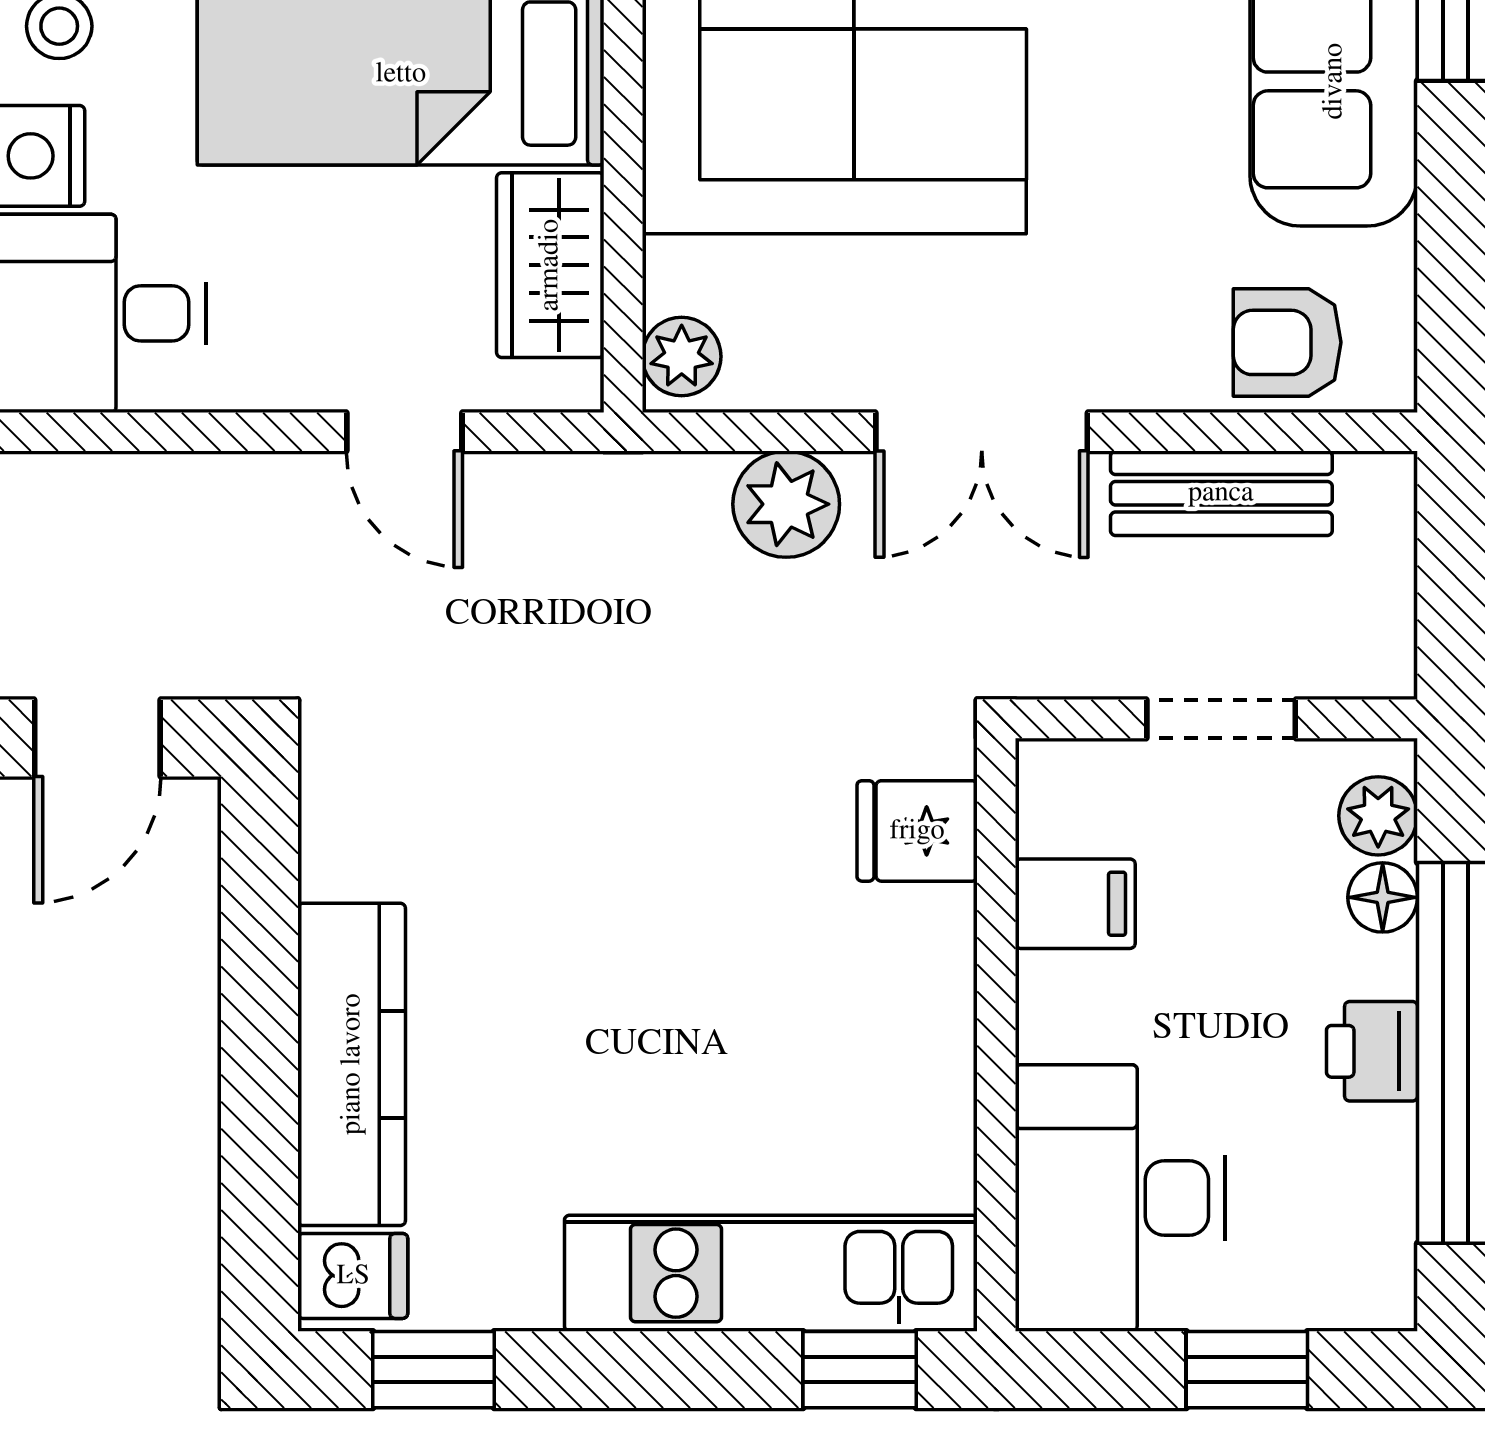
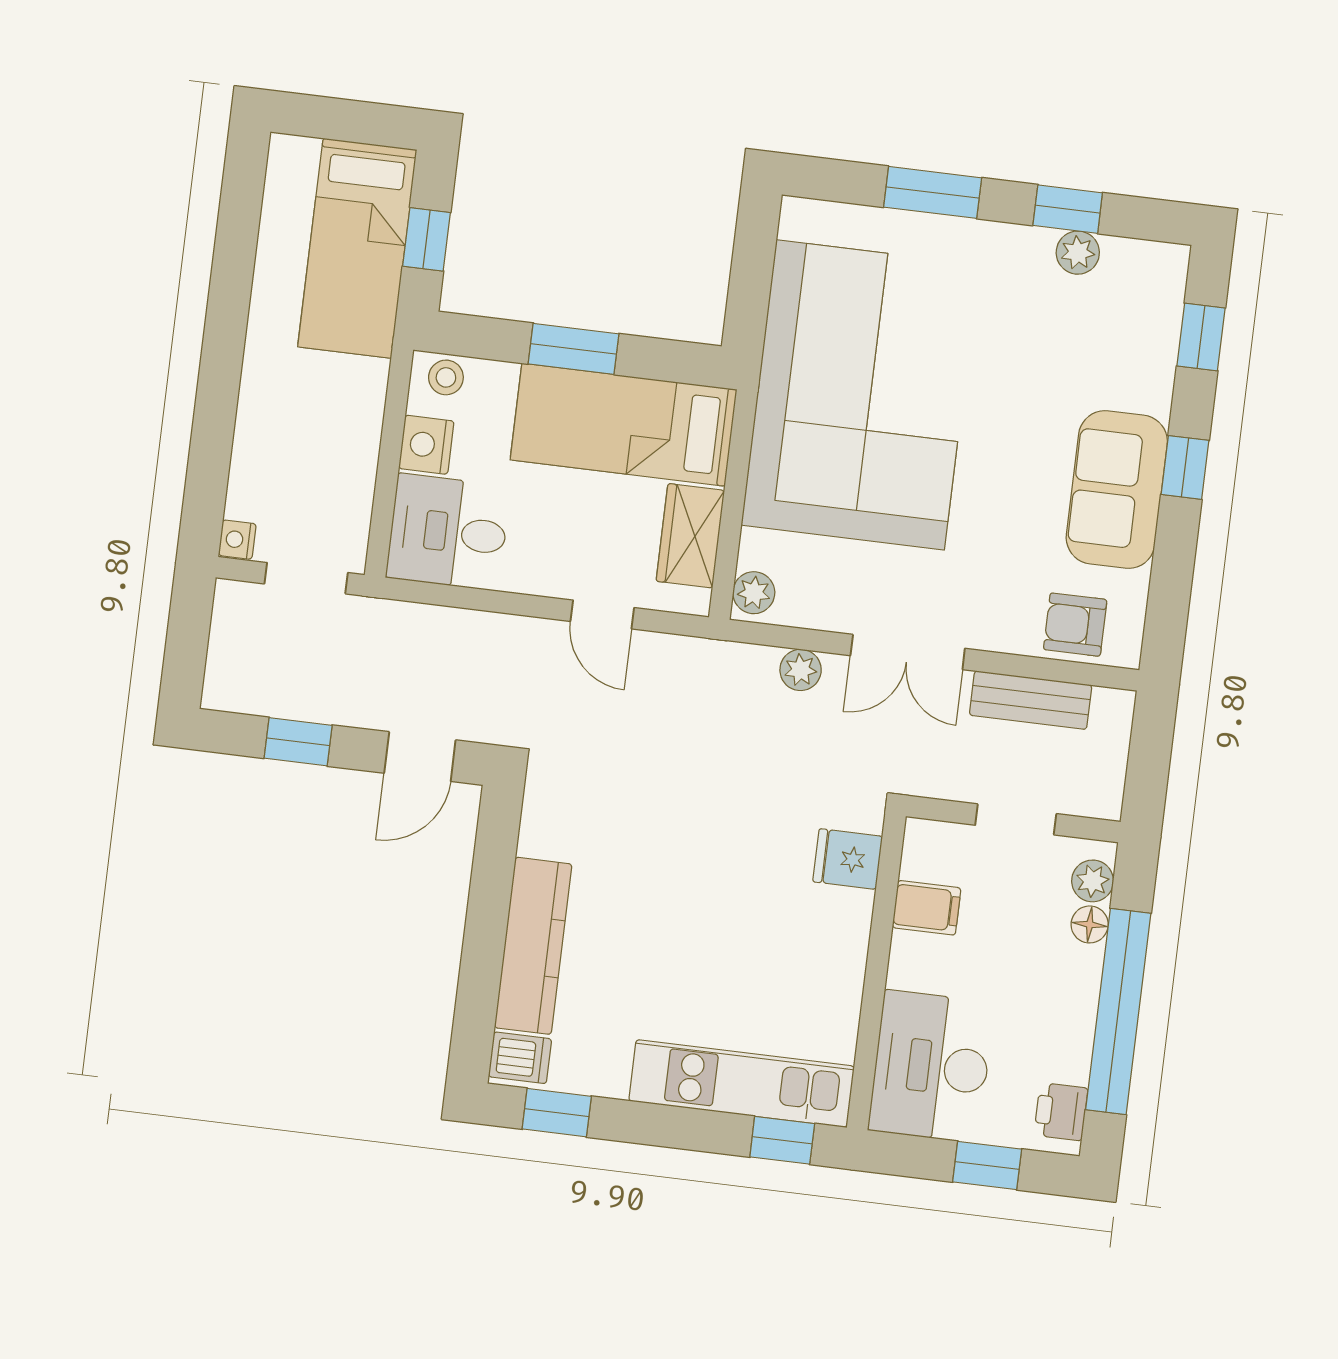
plant: (786, 504) -> (801, 670), width x0.73, depth x0.73
printer: (1372, 1051) -> (1061, 1112), moved

